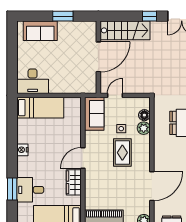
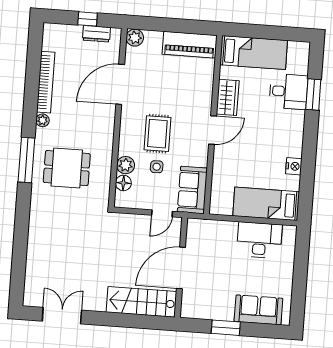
window: (149, 16) -> (106, 319), removed
desk: (33, 81) -> (259, 240), moved
nightstand: (22, 150) -> (294, 166), moved

